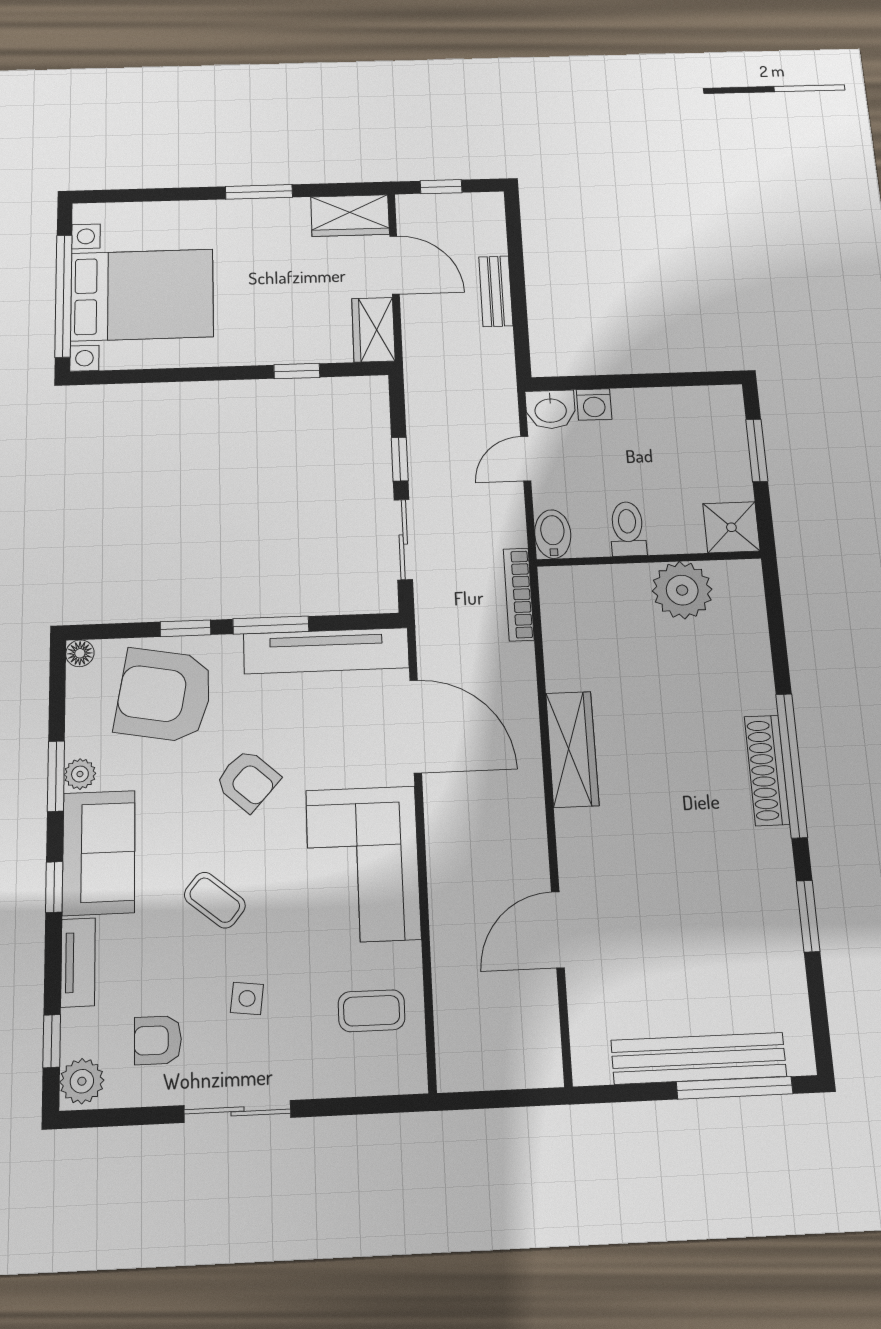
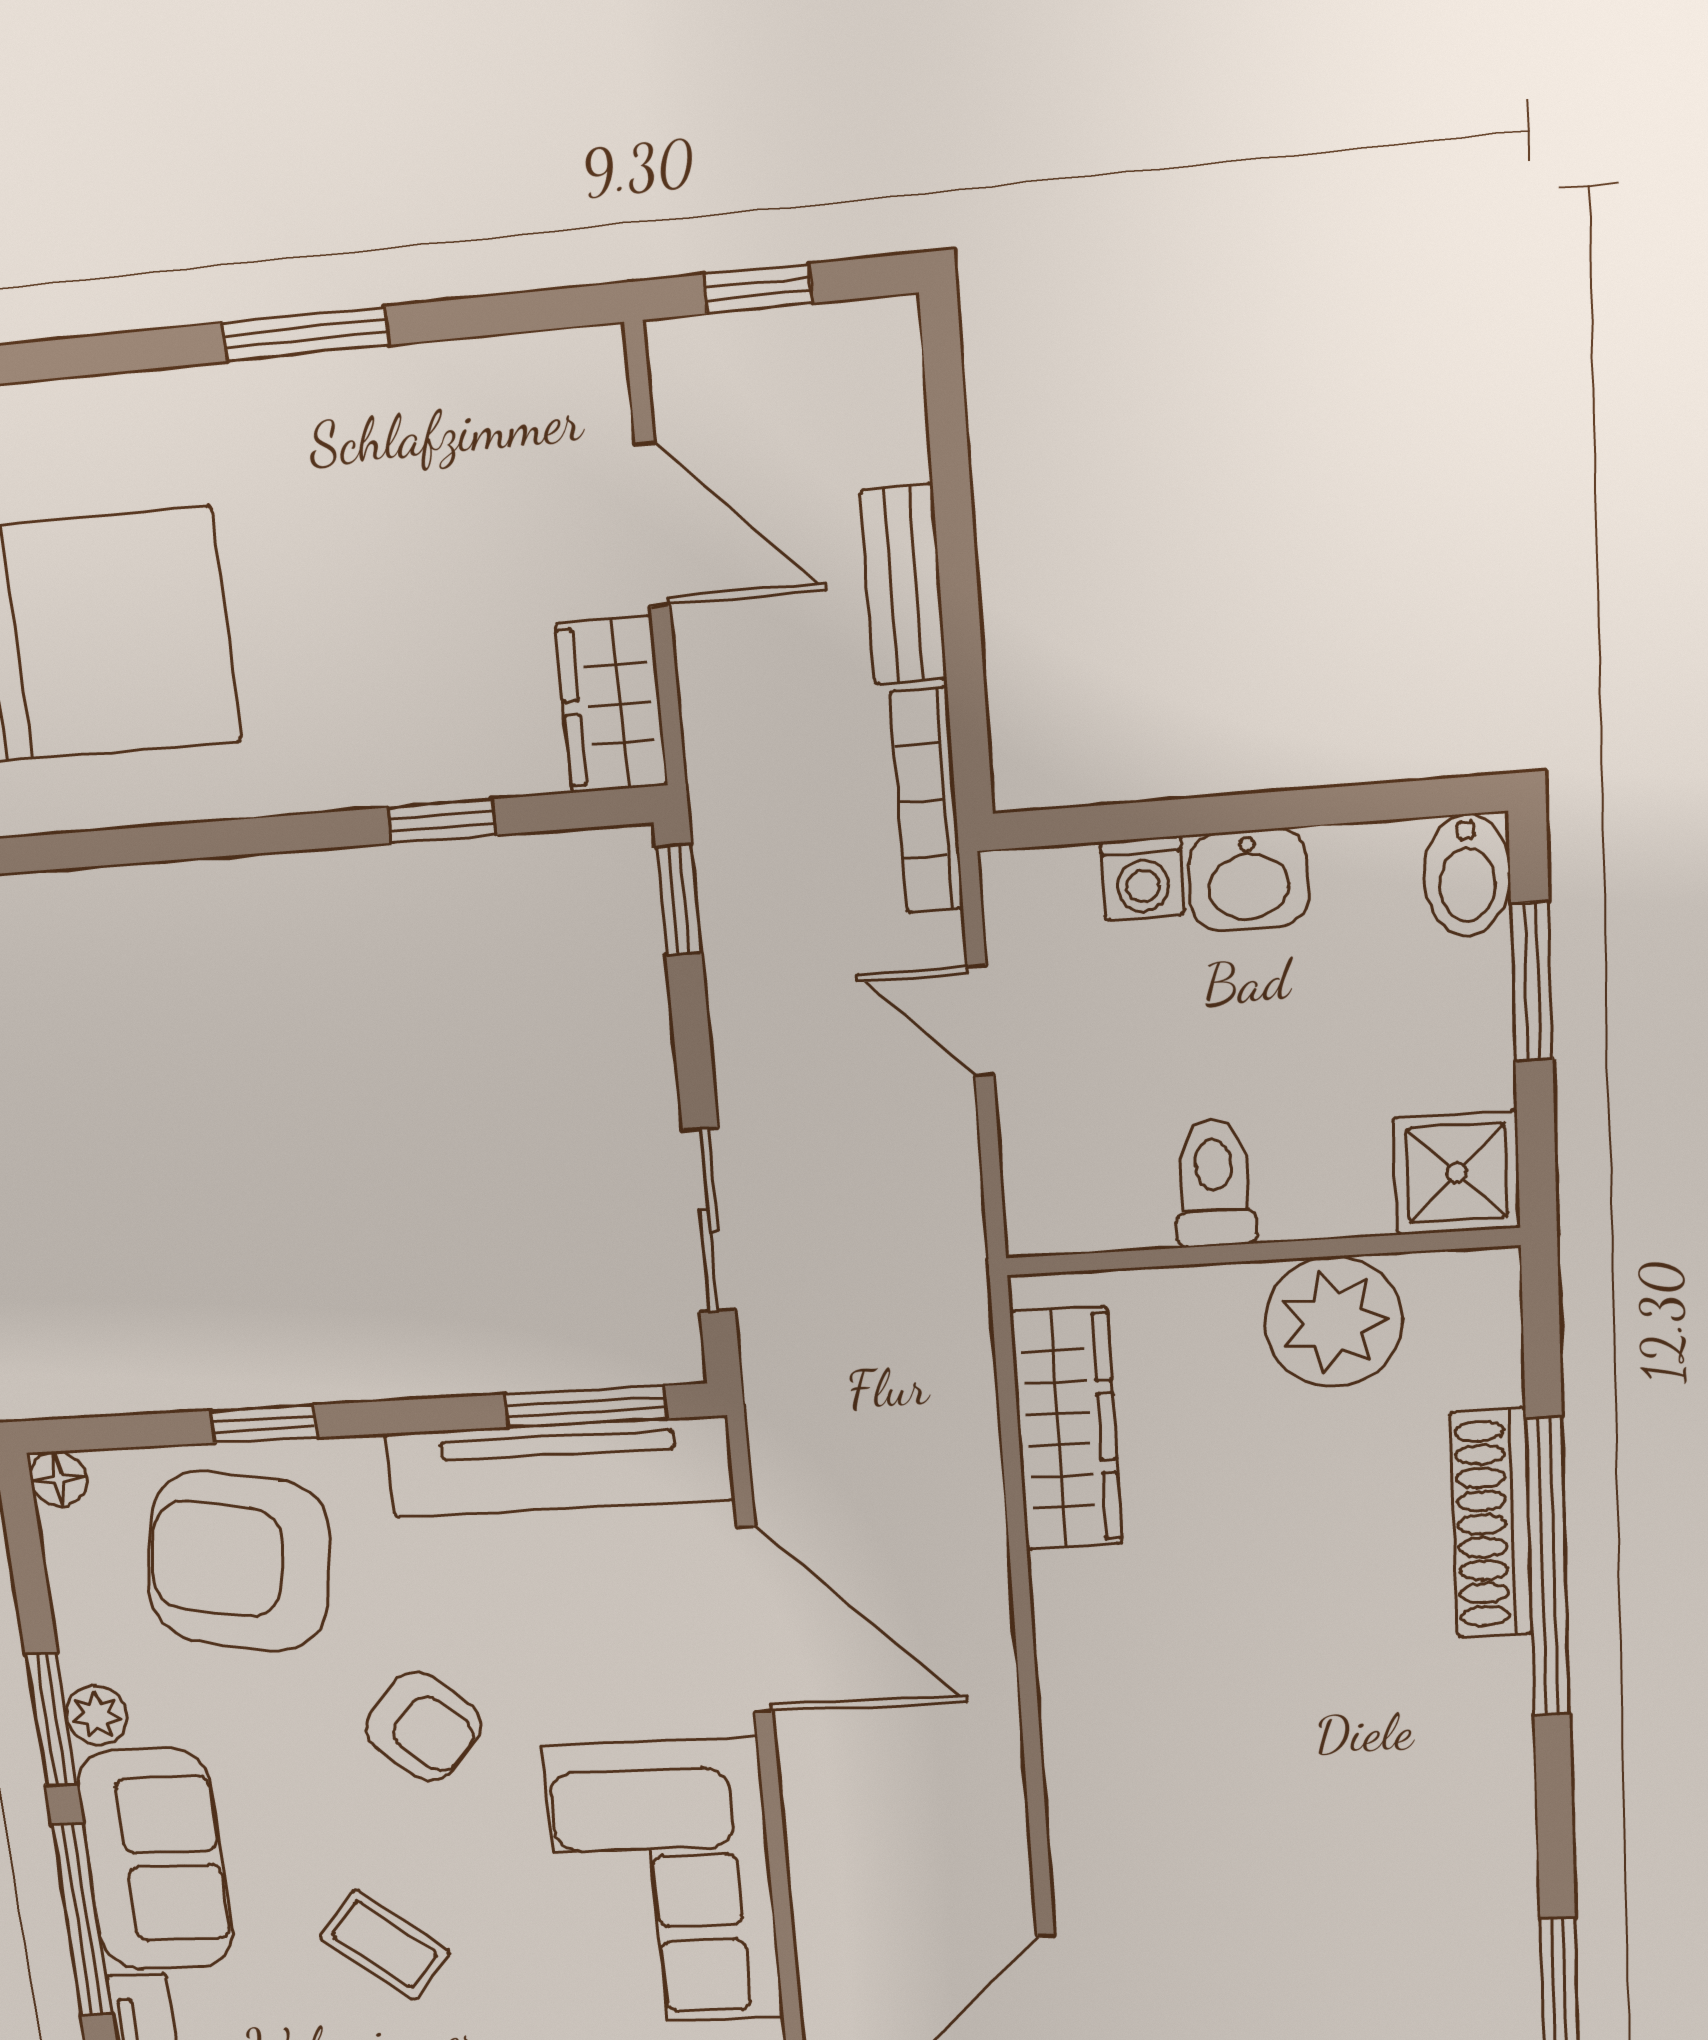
wardrobe: (350, 216) -> (535, 389), removed
washbasin: (551, 410) -> (1249, 880), moved
window: (400, 459) -> (679, 900), moved
door: (526, 459) -> (980, 1021), hinge flipped
bidet: (553, 534) -> (1467, 875), moved, turned 180
bookcase: (519, 594) -> (927, 801), moved
window: (271, 625) -> (585, 1406), moved
wardrobe: (572, 749) -> (1066, 1429), moved
window: (791, 765) -> (1548, 1568), moved
shoe rack: (767, 770) -> (1491, 1524), moved
window: (54, 887) -> (82, 1920), width x2.17

